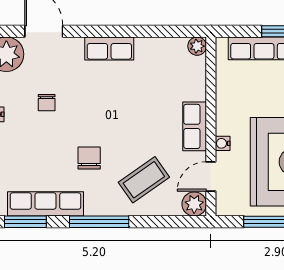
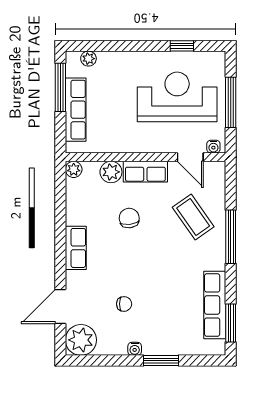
water cooler: (223, 143) -> (213, 147), moved
chair: (89, 158) -> (129, 218), moved, turned 83
plant: (194, 204) -> (111, 172), moved
window: (99, 222) -> (231, 237), moved

